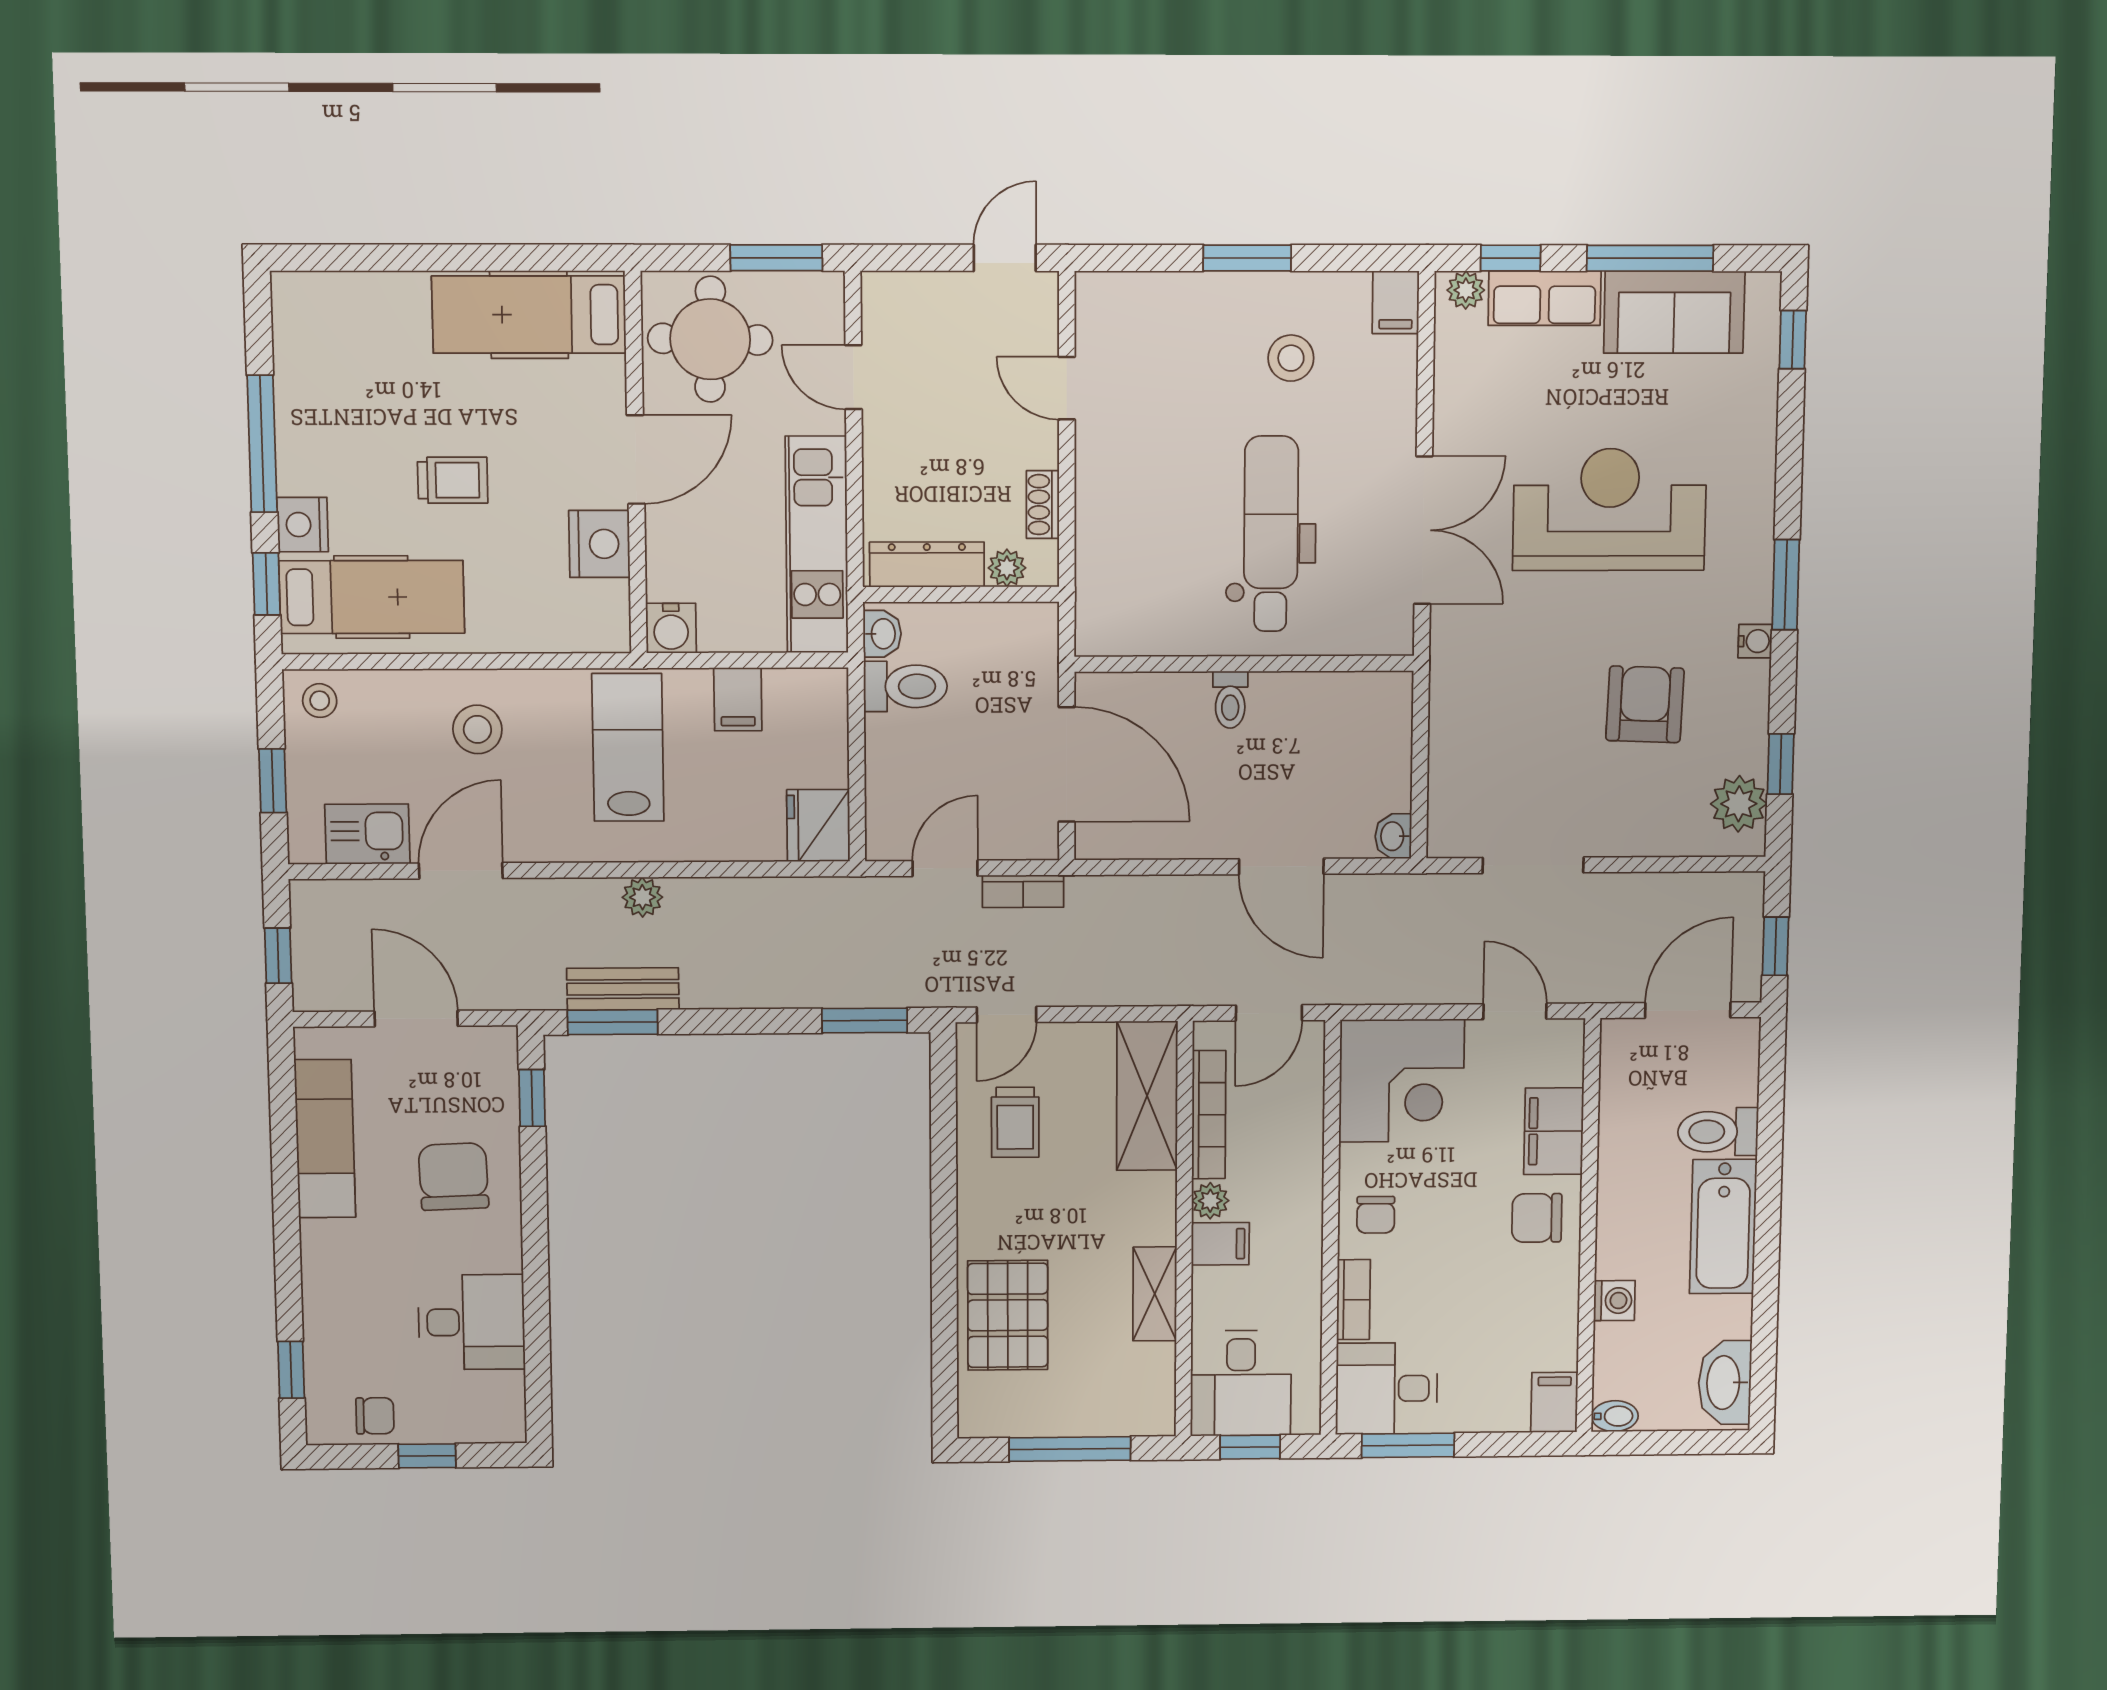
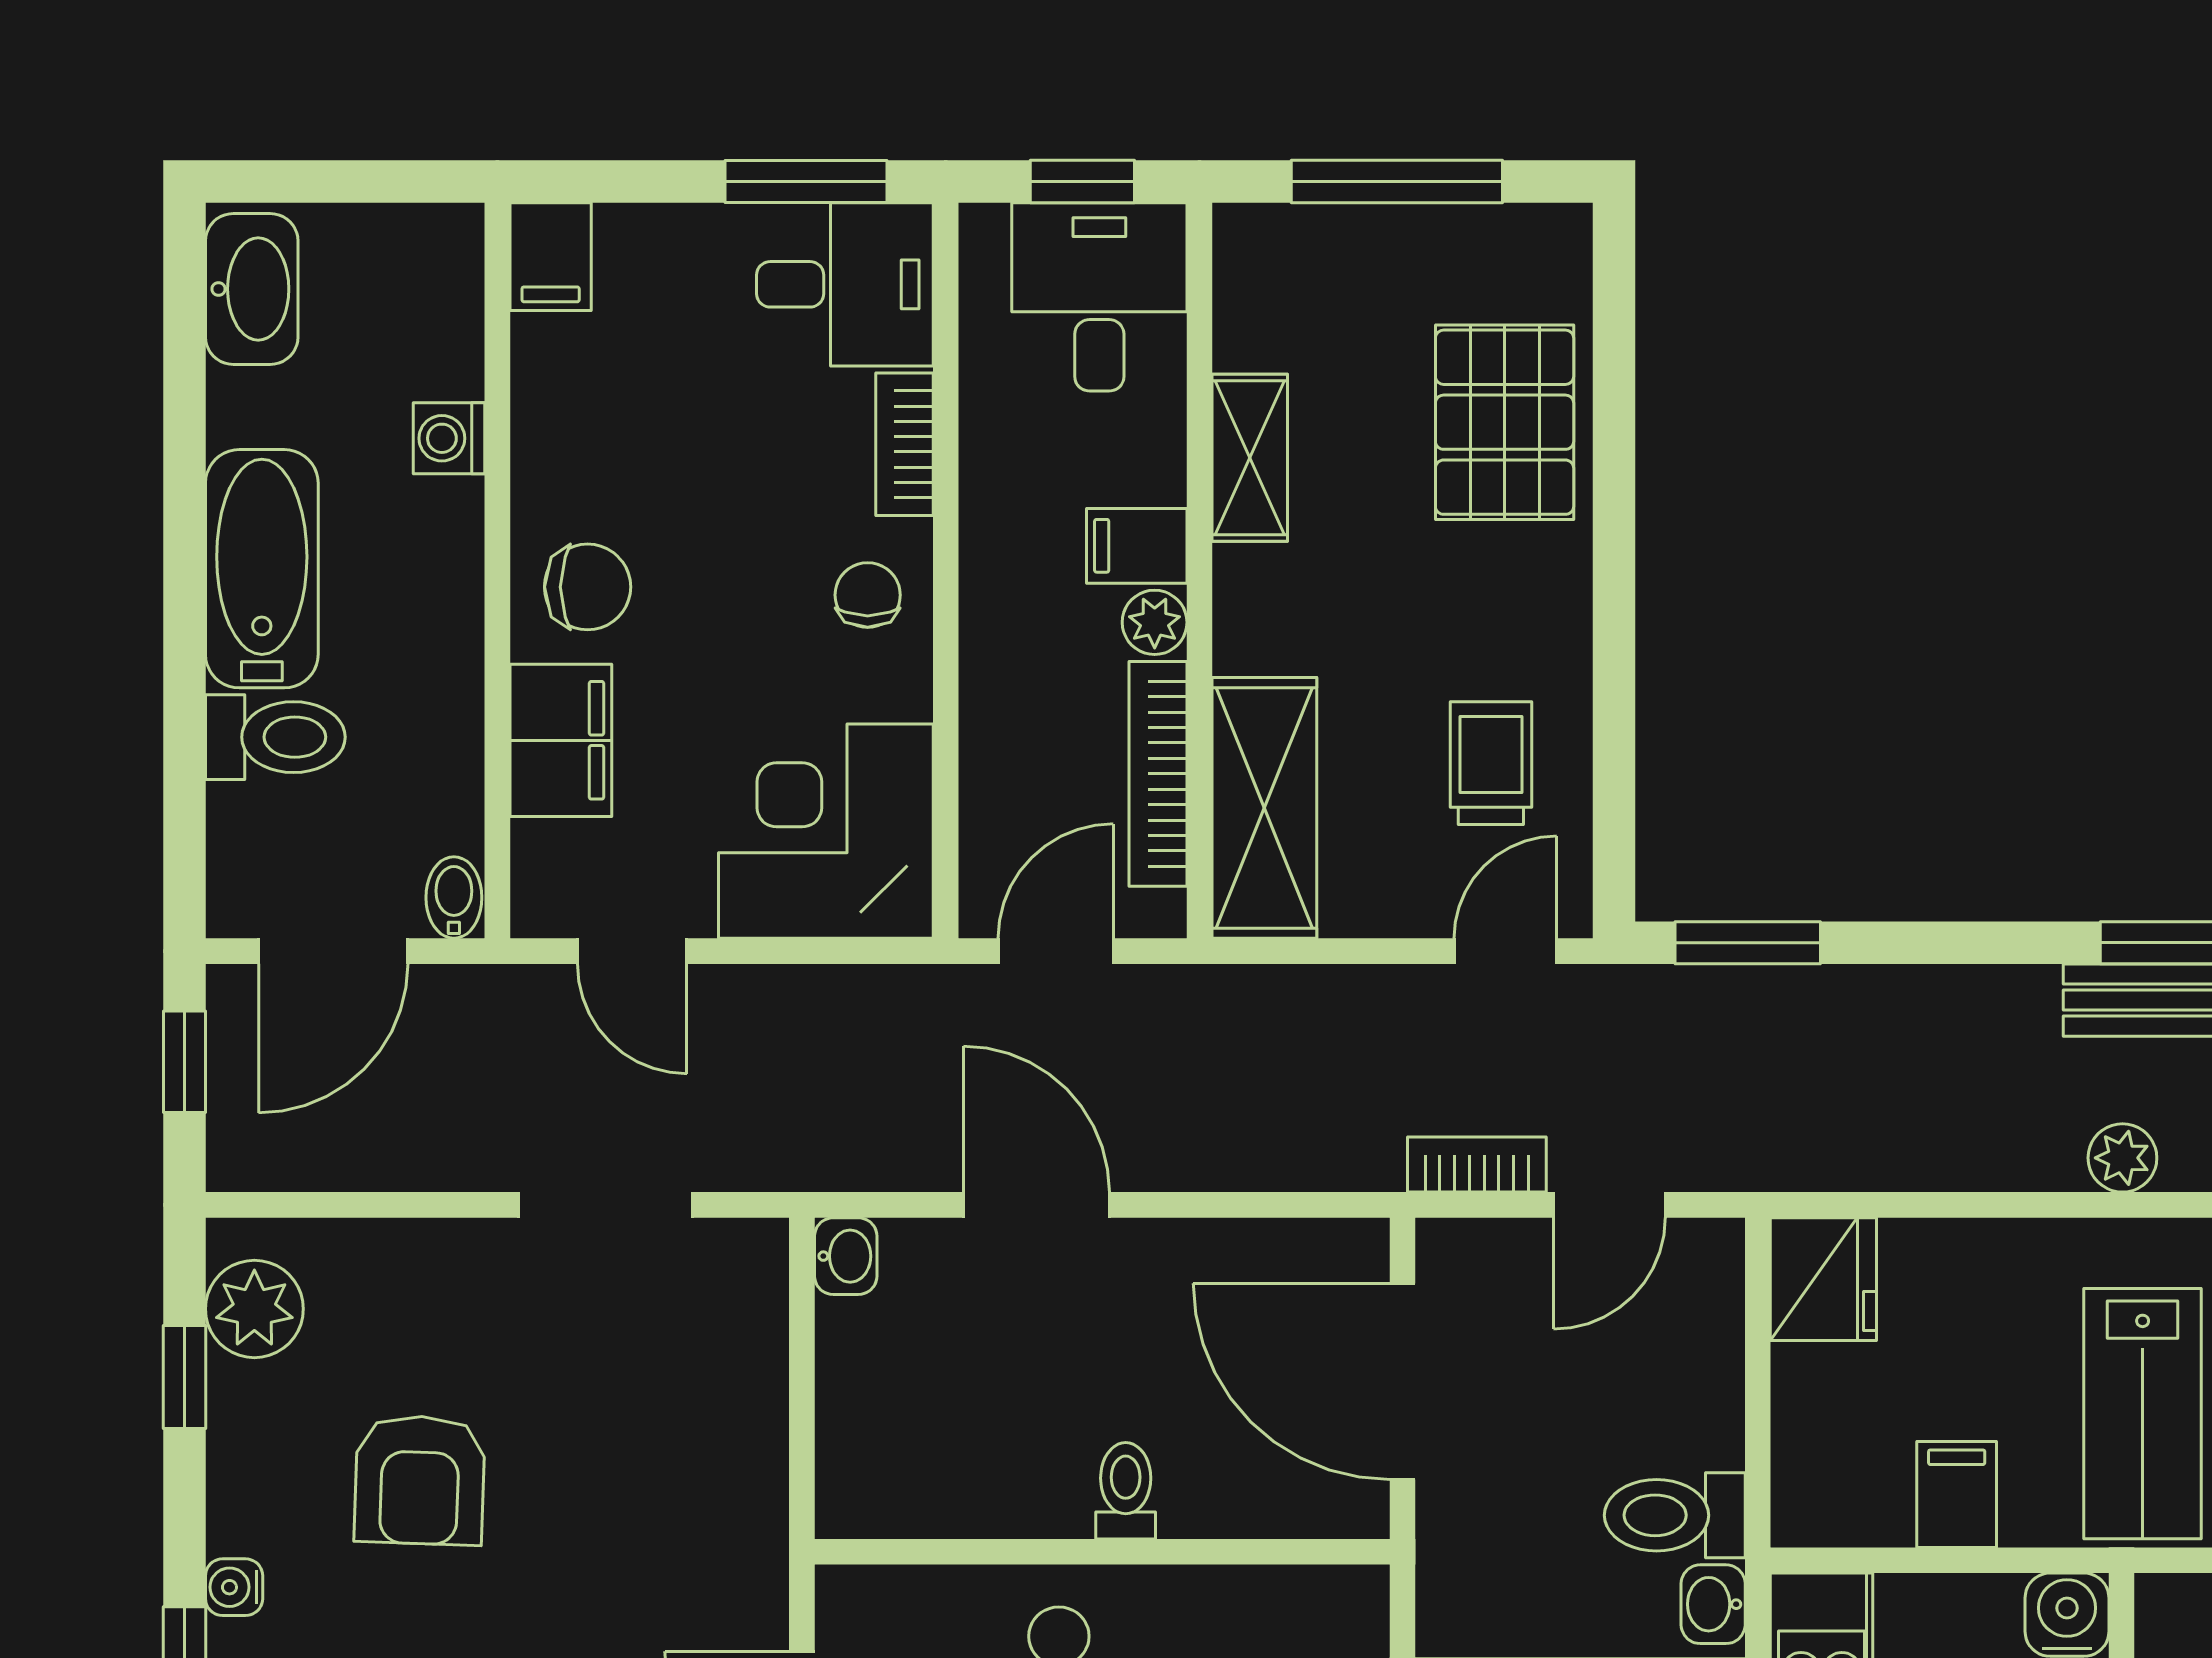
bidet: (1615, 1416) -> (454, 898), moved, turned 90

